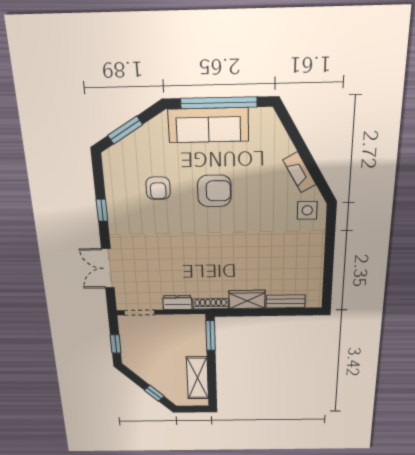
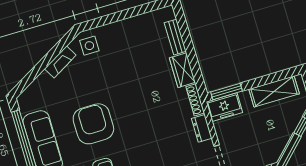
armchair: (214, 191) -> (93, 124), width x1.36, depth x1.36
freezer: (194, 330) -> (224, 107), added

